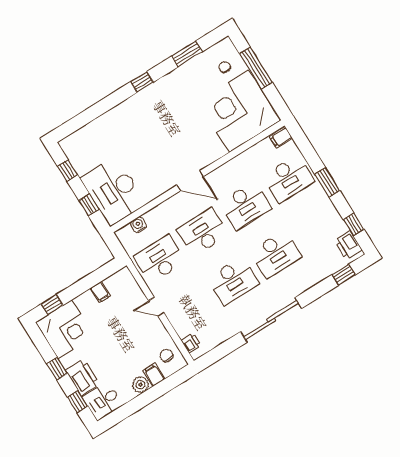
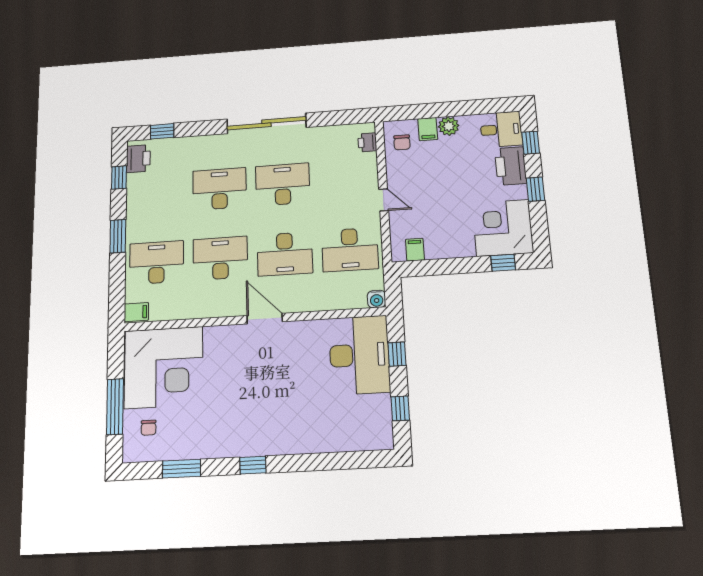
water cooler: (138, 225) -> (377, 299), moved
filing cabinet: (100, 292) -> (415, 250), moved

